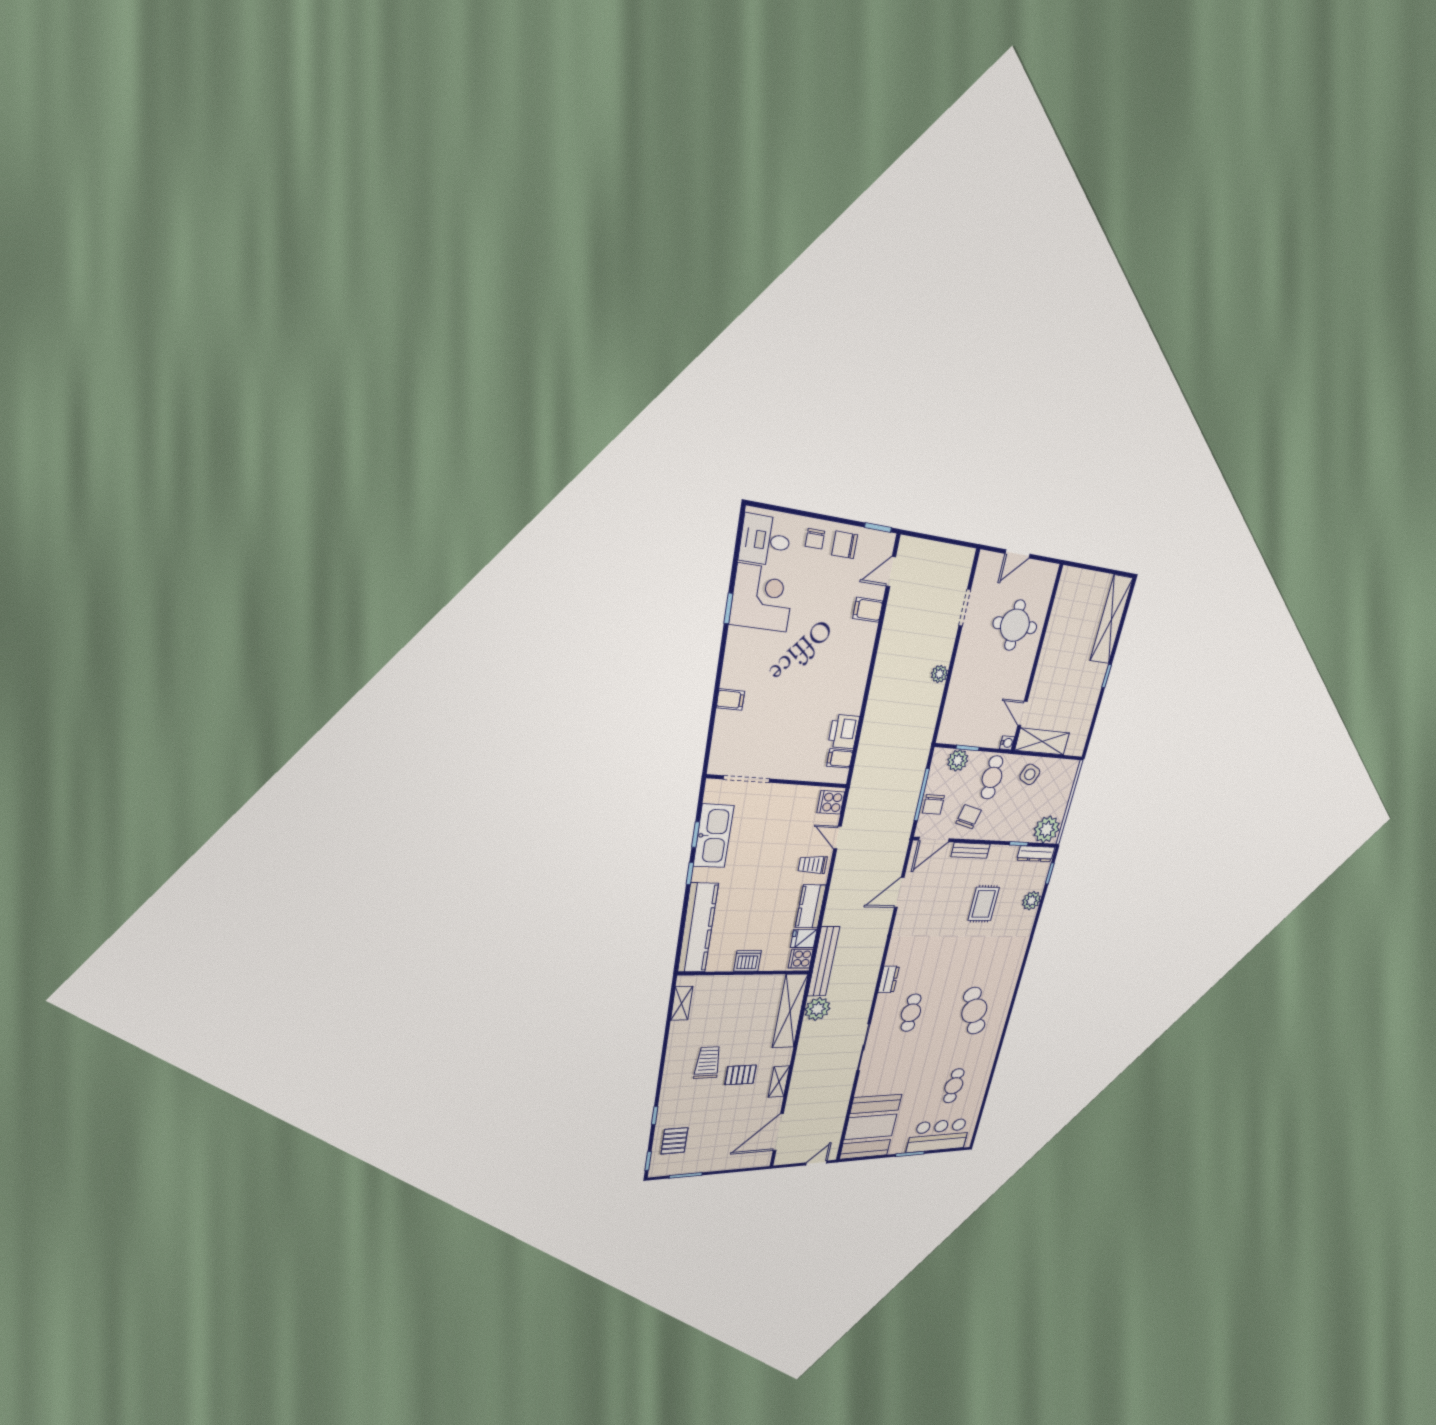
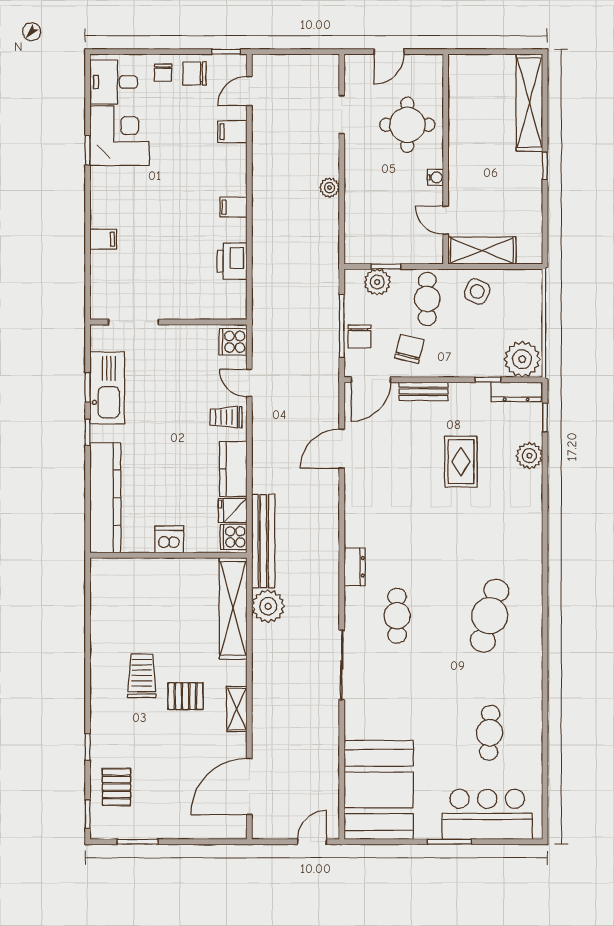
water cooler: (1007, 743) -> (435, 177), moved
filing cabinet: (840, 758) -> (234, 207), moved
shelving: (682, 1003) -> (100, 594), removed
cafe table: (974, 1011) -> (490, 616), turned 36

